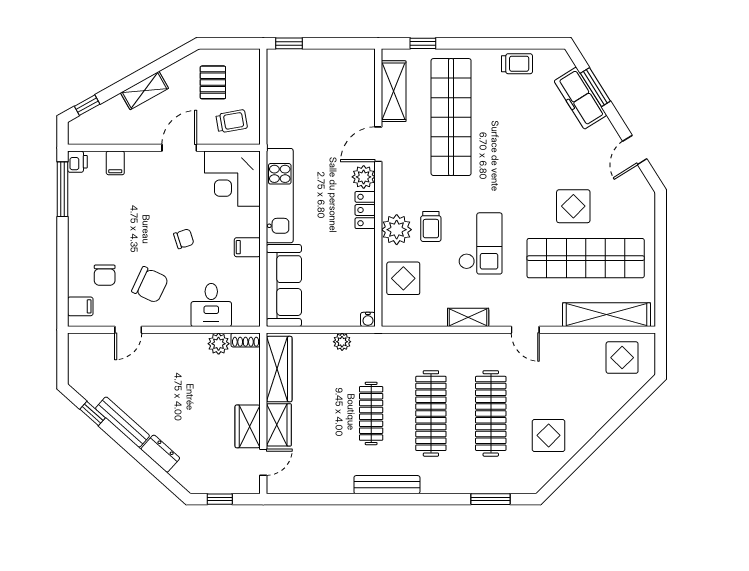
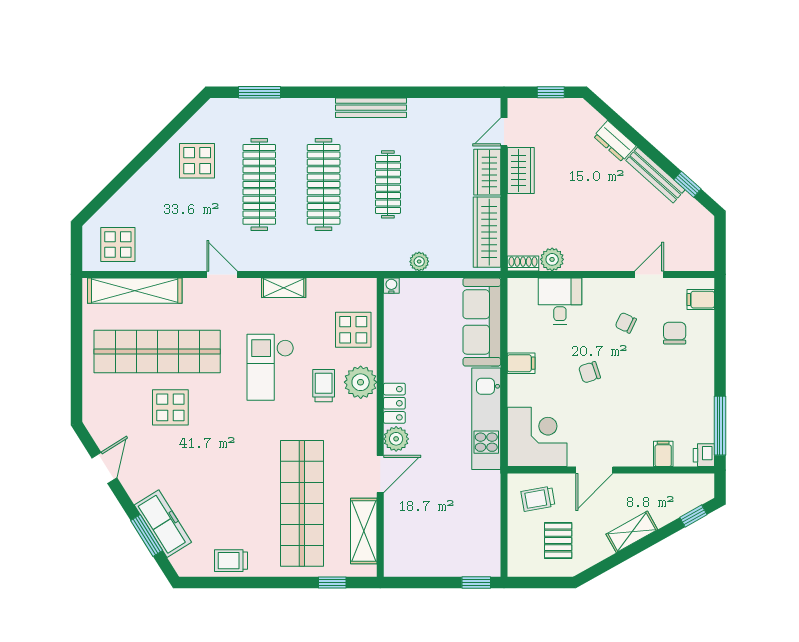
chair: (150, 285) -> (626, 323), width x0.54, depth x0.54

